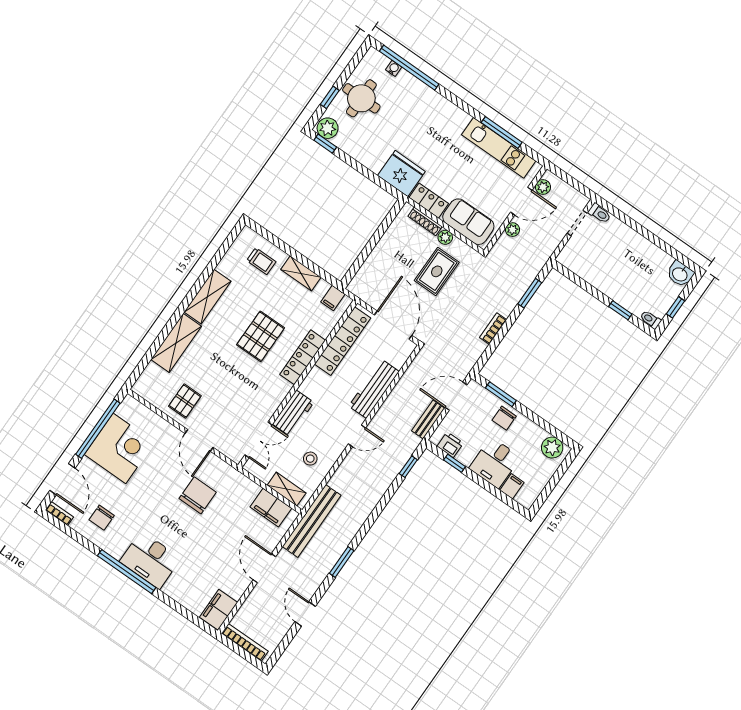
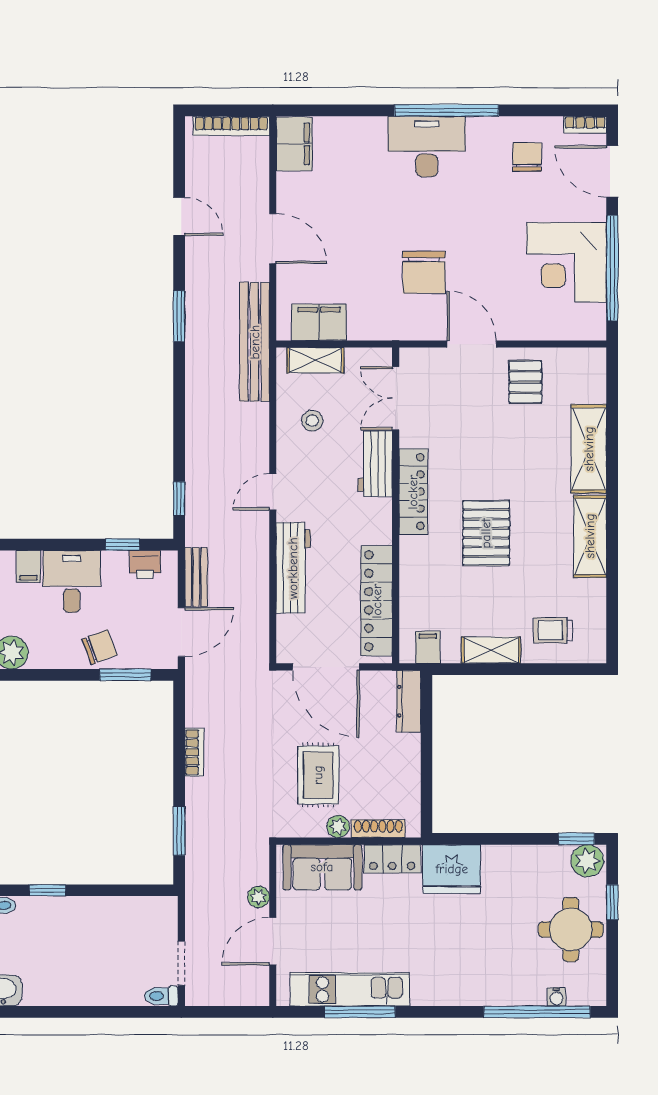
plant: (543, 187) -> (258, 979), removed
dresser: (363, 277) -> (409, 701), added
locker: (303, 357) -> (413, 492), moved
chair: (504, 418) -> (100, 647), turned 69

